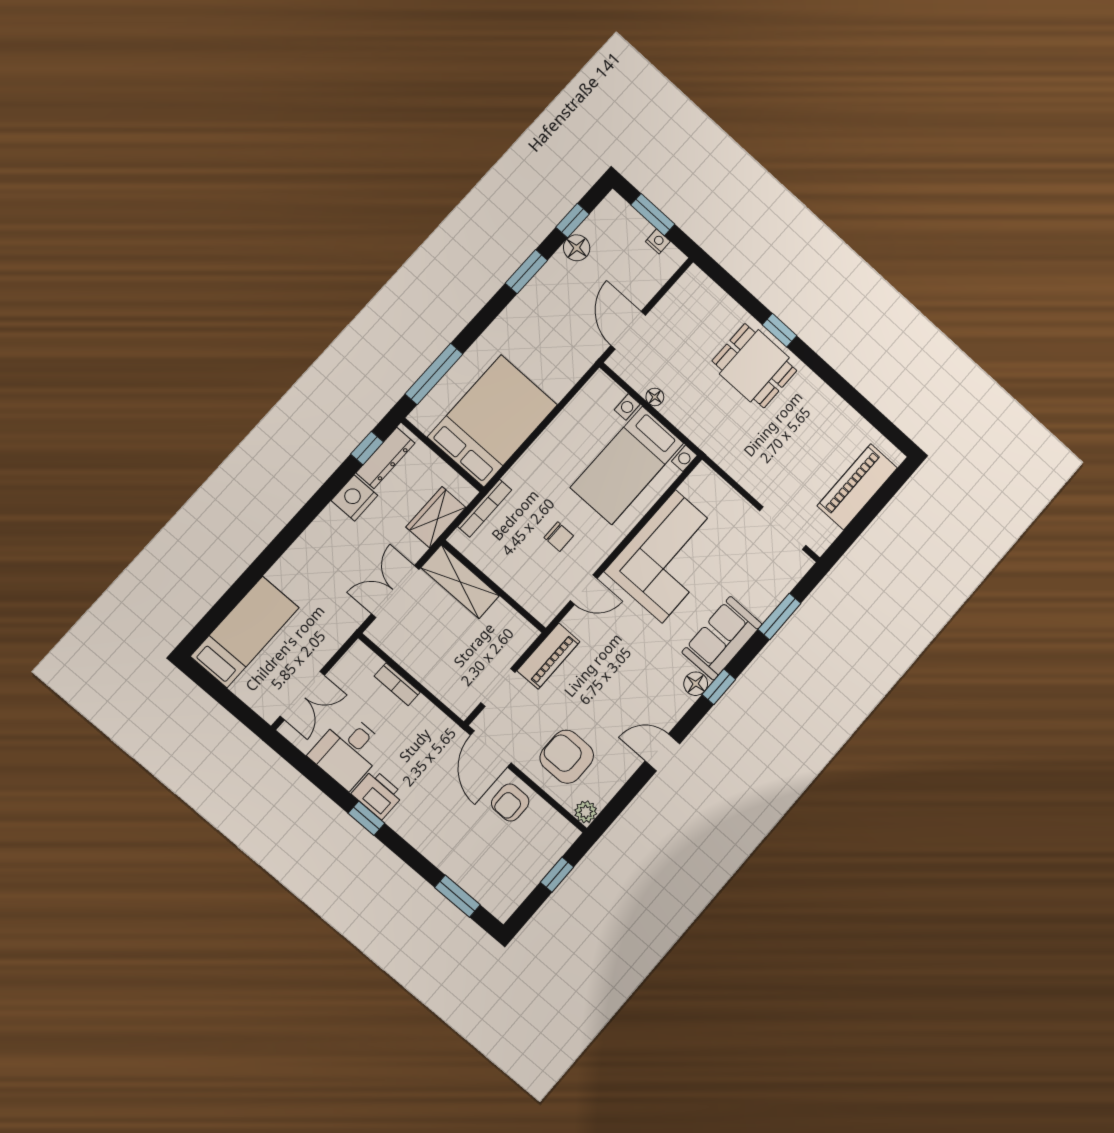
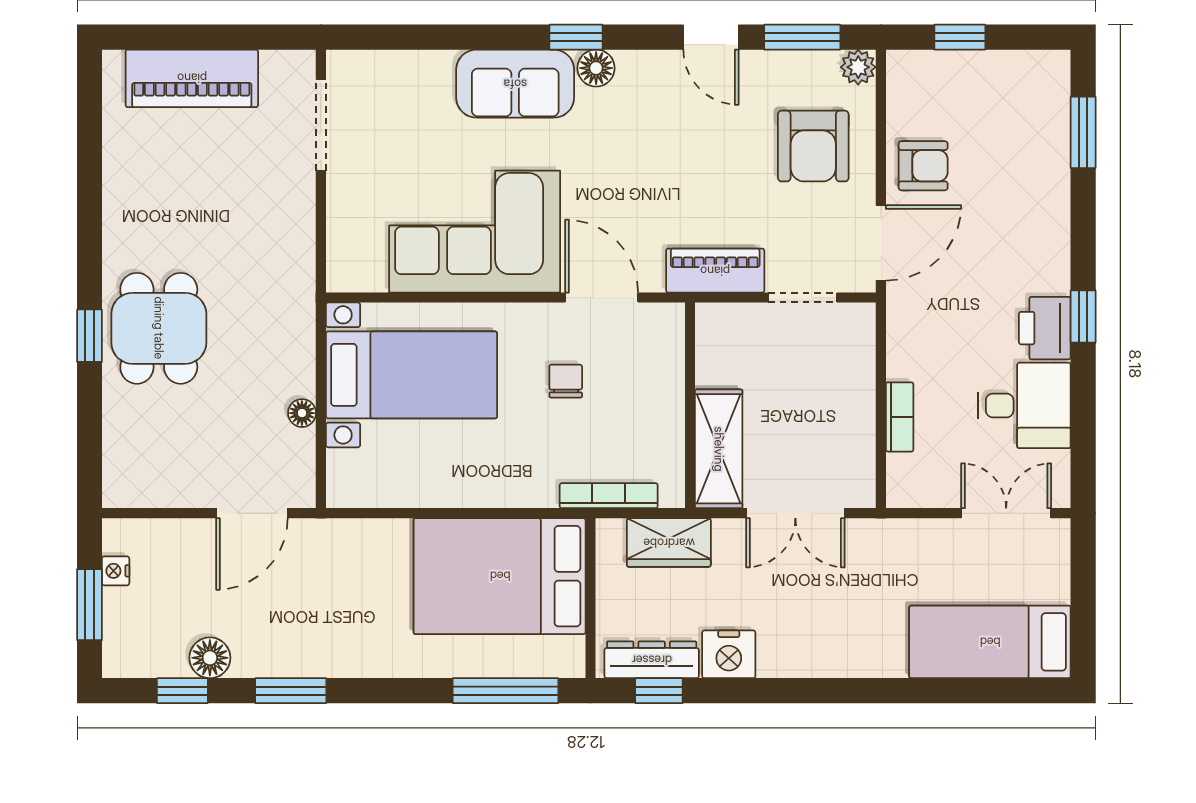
door: (584, 590) -> (602, 298), width x1.38
window: (779, 616) -> (802, 37), moved

